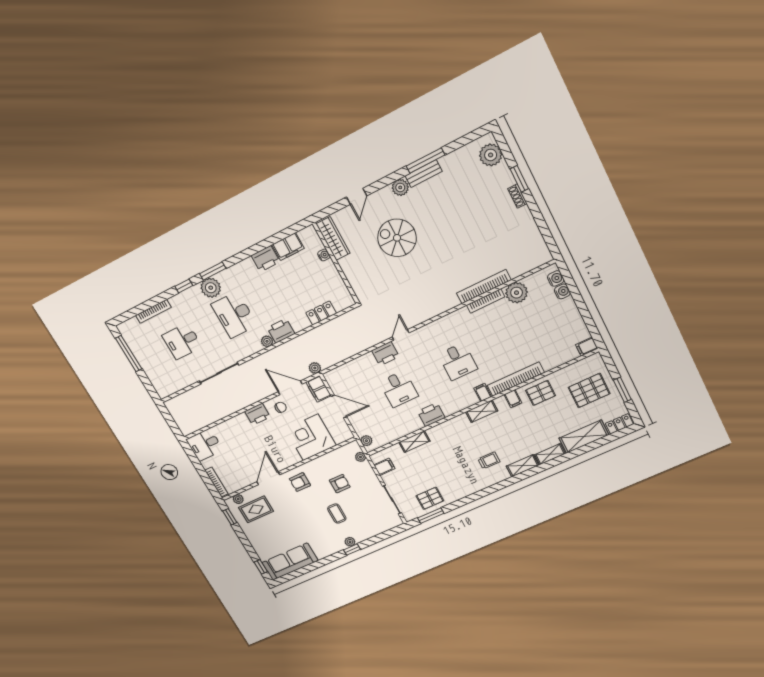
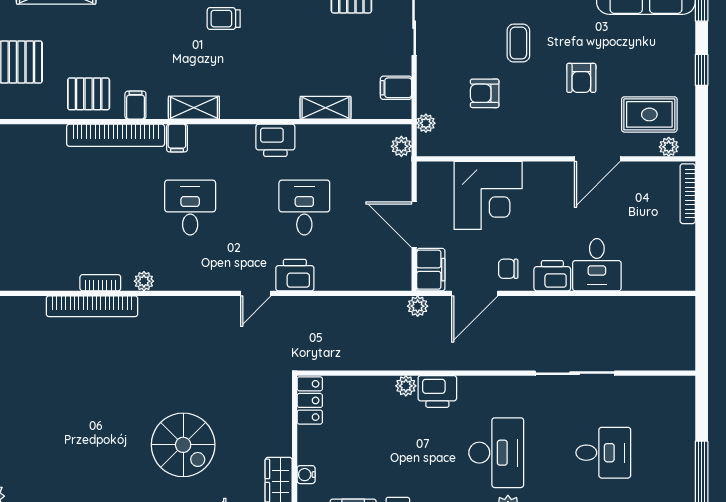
plant: (517, 293) -> (144, 281), moved, width x0.53, depth x0.53
bookcase: (486, 301) -> (100, 283), width x0.64
locker: (321, 313) -> (310, 400), moved, turned -90
plant: (267, 341) -> (406, 386), moved
door: (290, 388) -> (475, 293), hinge flipped
desk: (205, 445) -> (597, 265), moved, turned 90
armchair: (300, 482) -> (581, 78), moved, turned 90
window: (230, 517) -> (702, 70), moved

